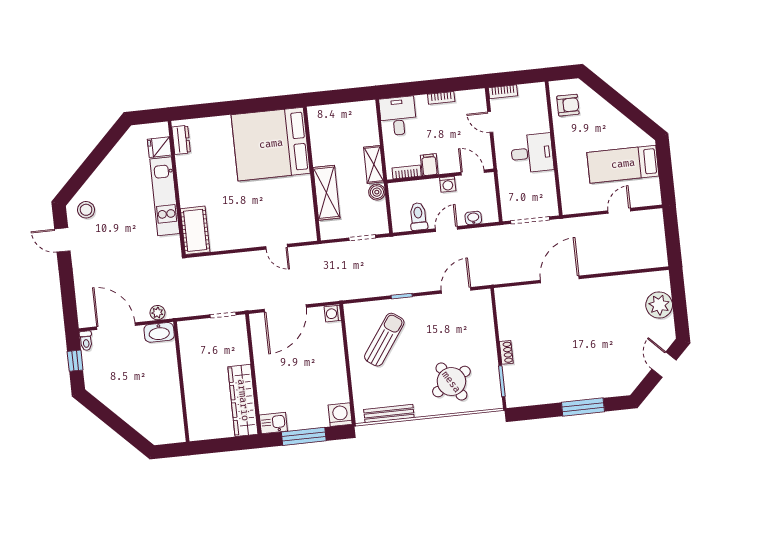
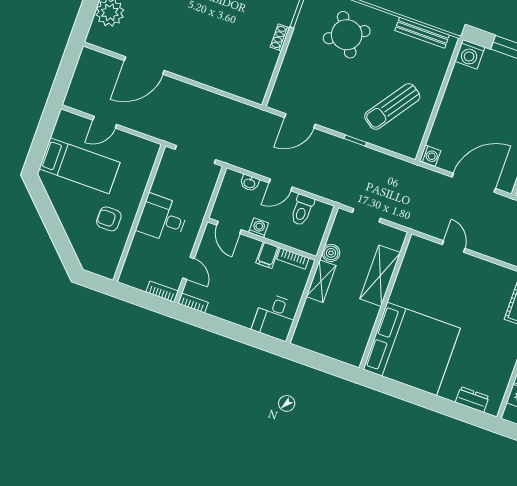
bookcase: (441, 98) -> (193, 303), moved
armchair: (568, 105) -> (109, 219), moved
dresser: (181, 140) -> (472, 399), moved, turned 90
door: (560, 279) -> (144, 65), moved

